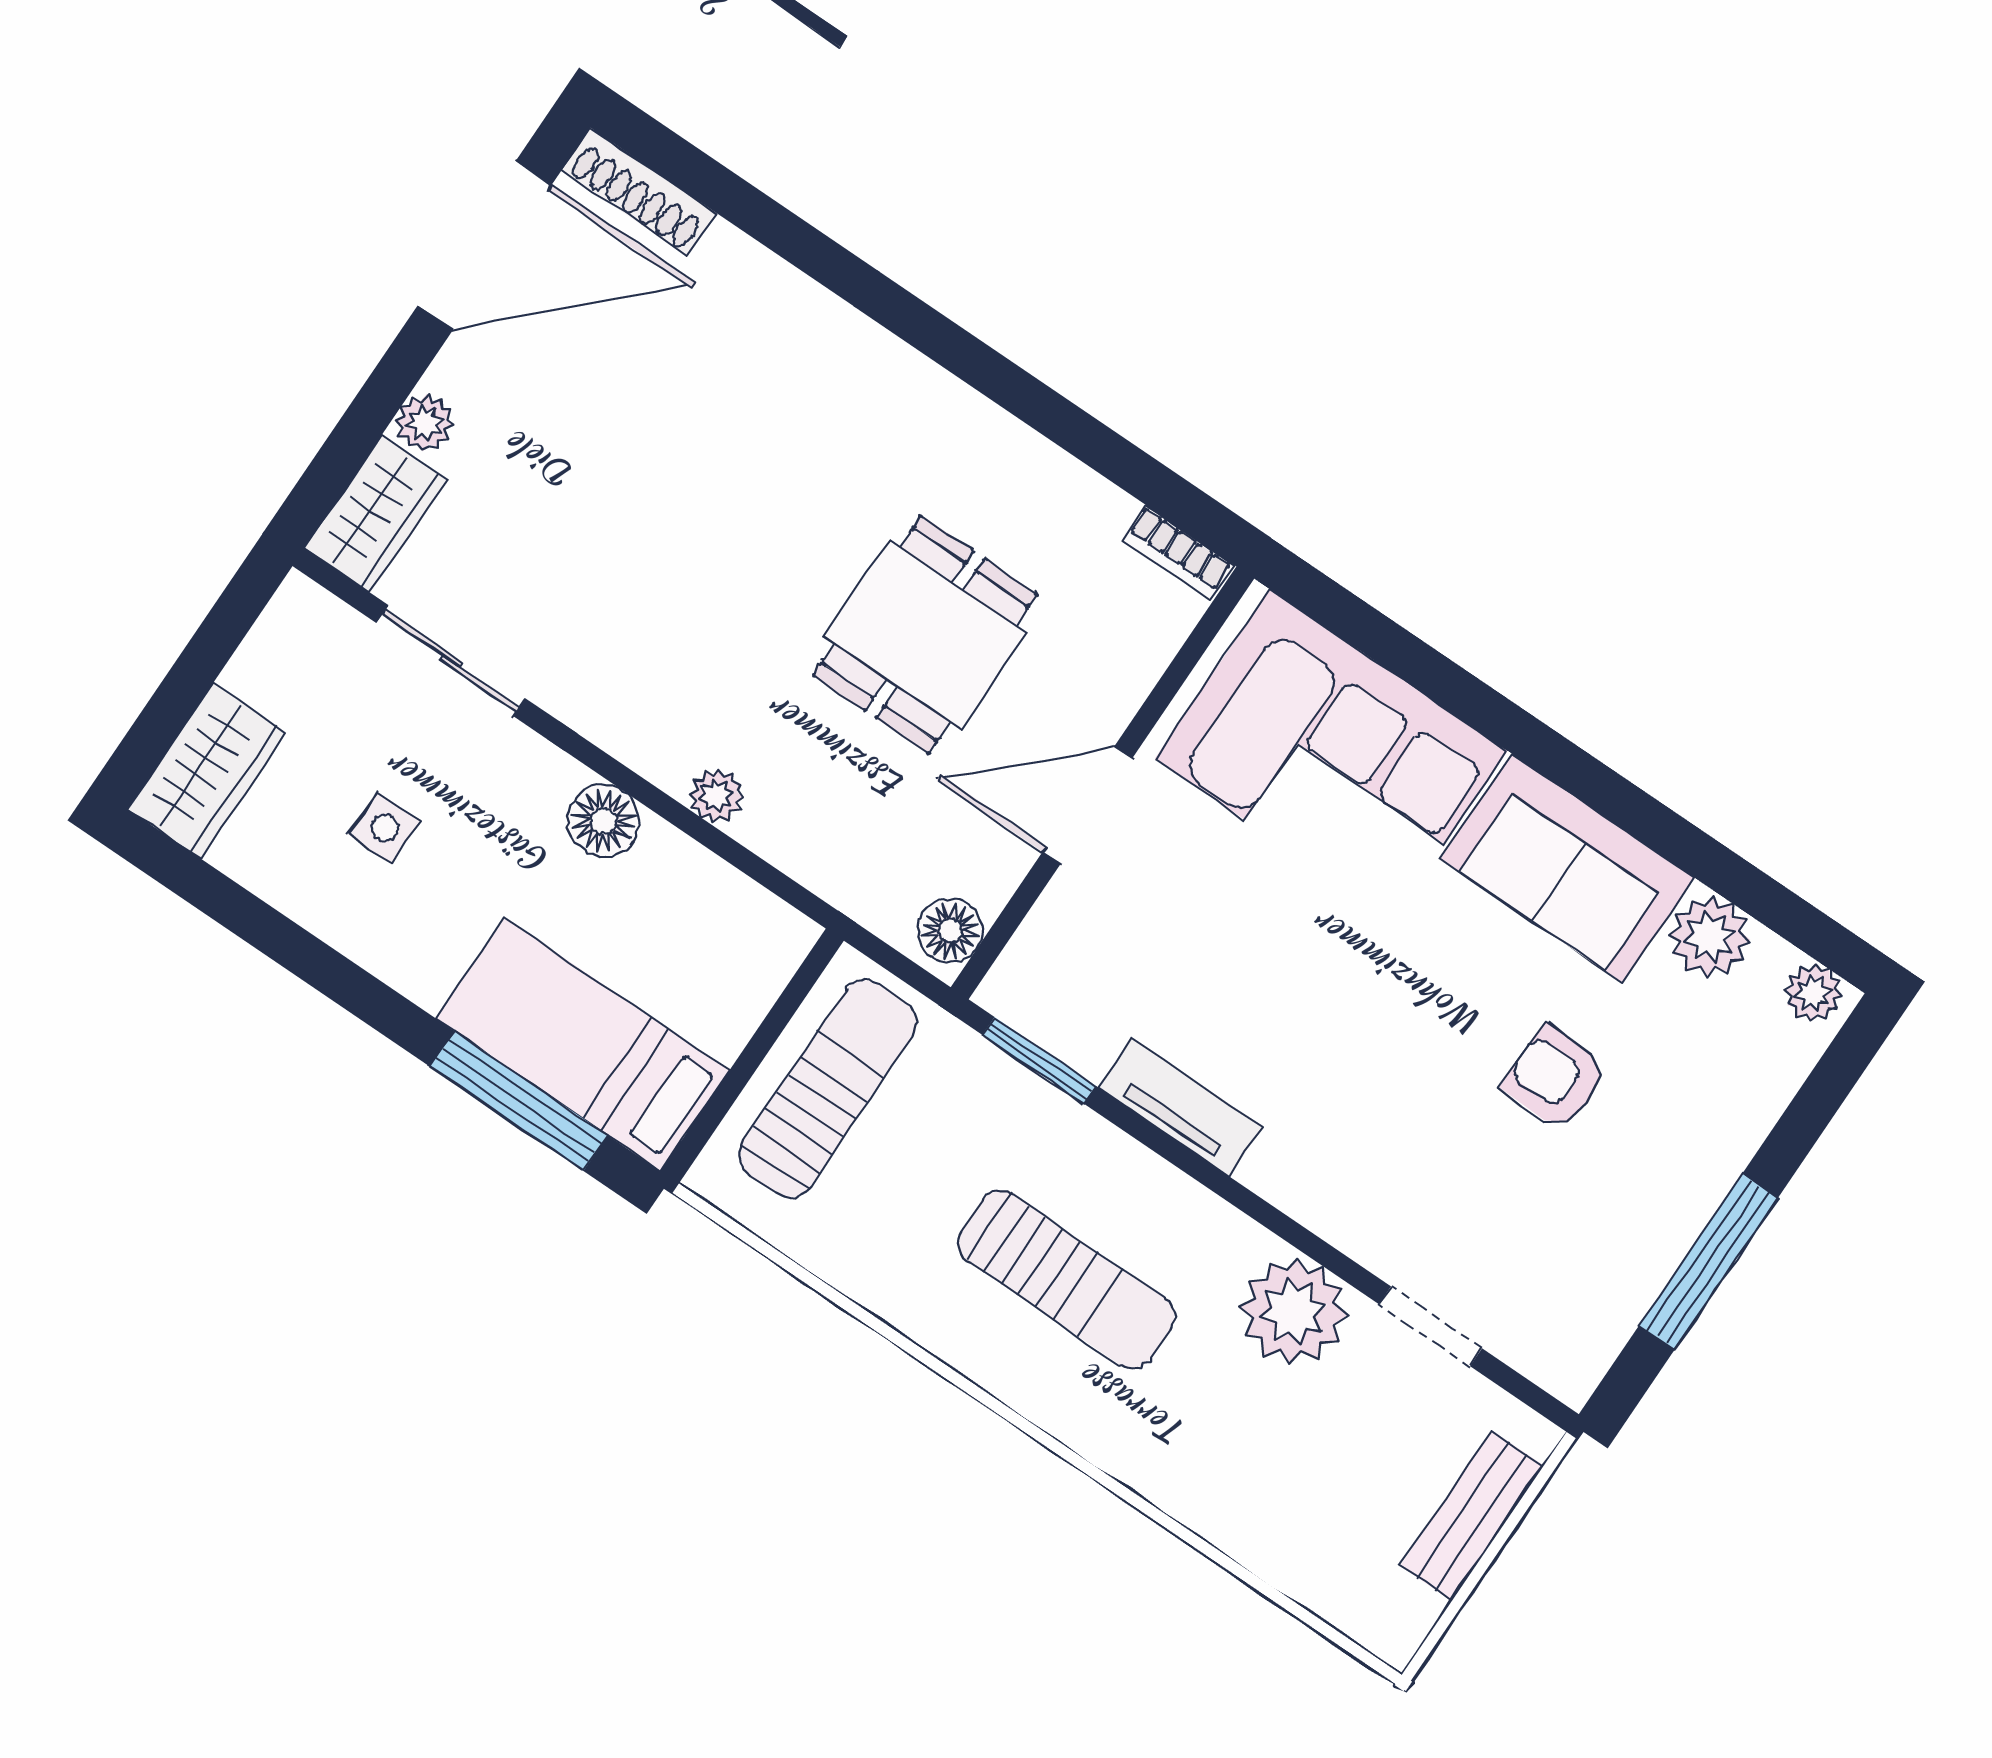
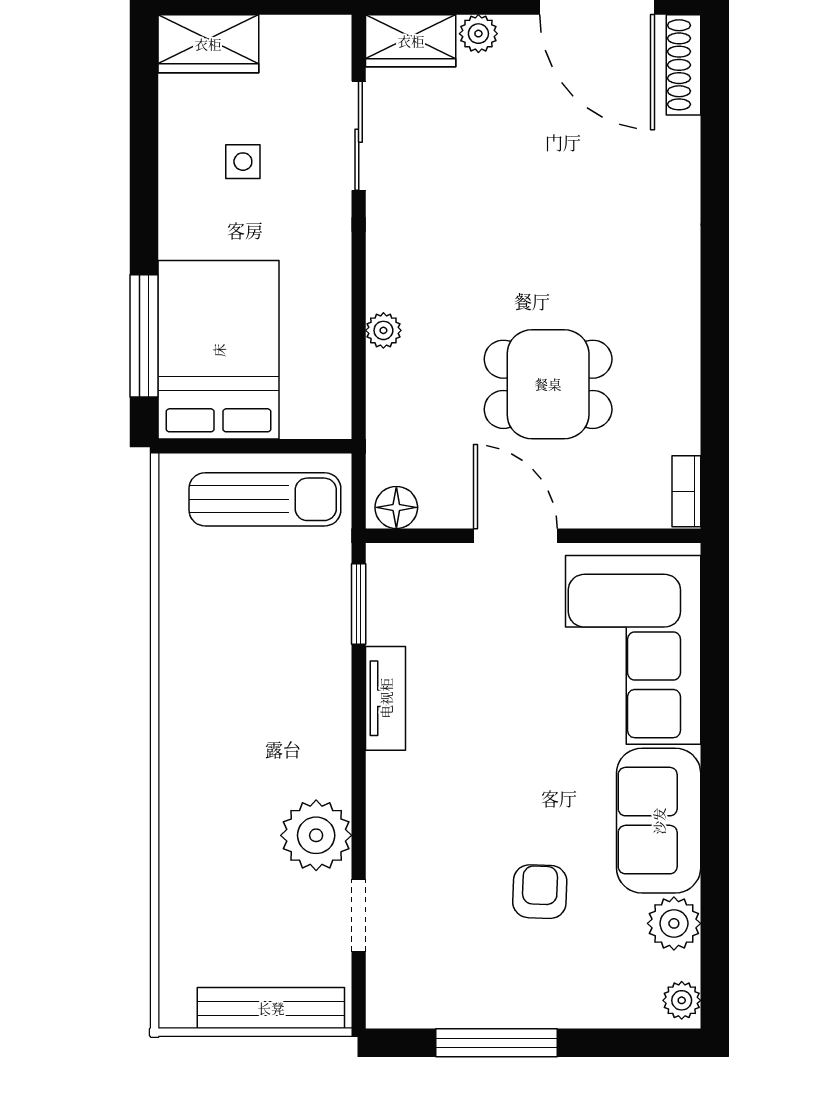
floor lamp: (603, 821) -> (328, 278), removed
bed: (583, 1045) -> (219, 350), width x1.50
sun lounger: (1066, 1280) -> (249, 700), removed
bench: (1472, 1516) -> (271, 1008), width x1.36

